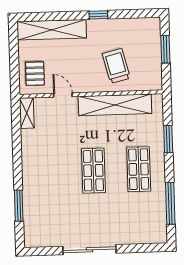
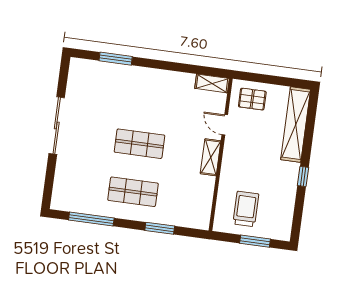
trolley: (116, 66) -> (246, 209), moved, turned -76
door: (63, 95) -> (225, 125), swing flipped
shelving: (115, 105) -> (211, 157), width x0.45, depth x0.75

